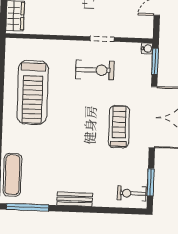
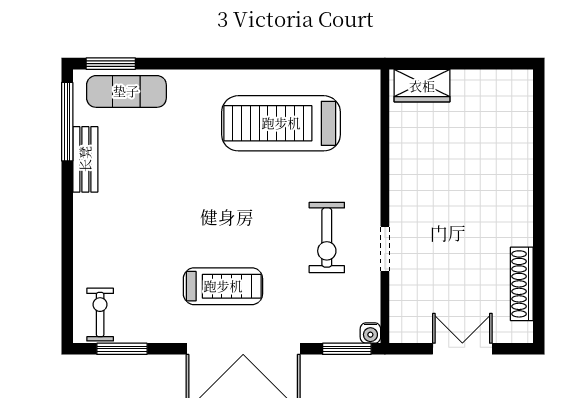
bench: (75, 199) -> (85, 159), moved

